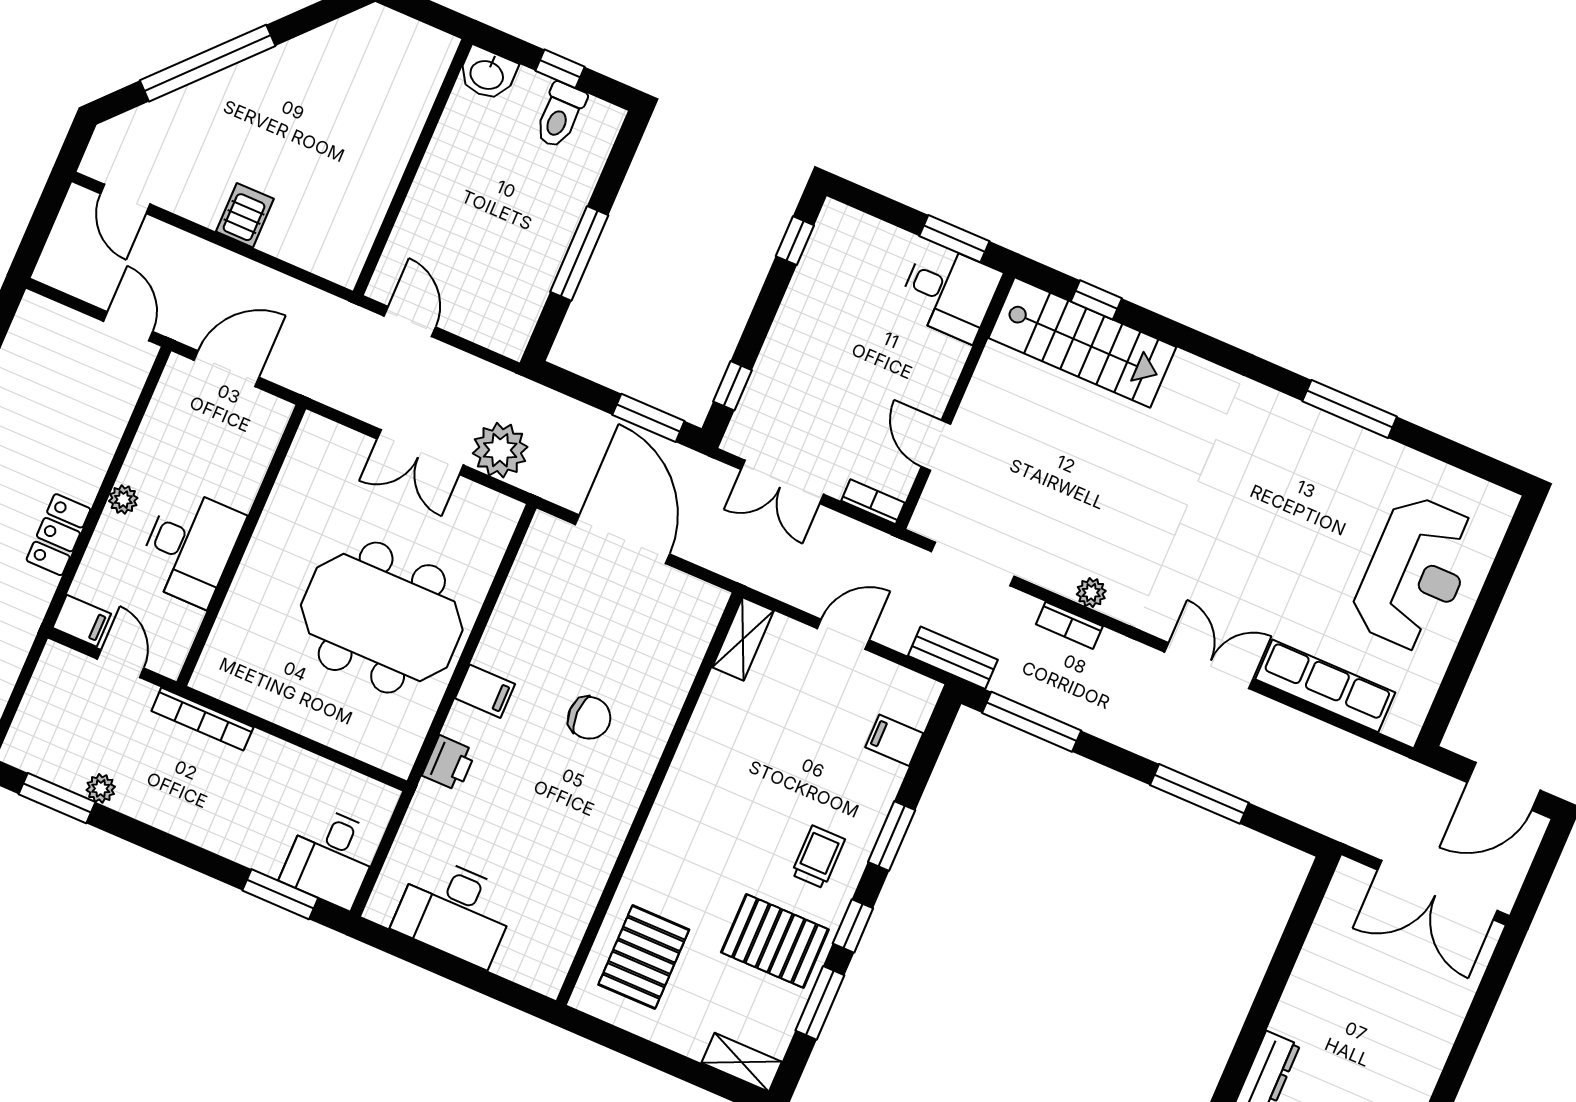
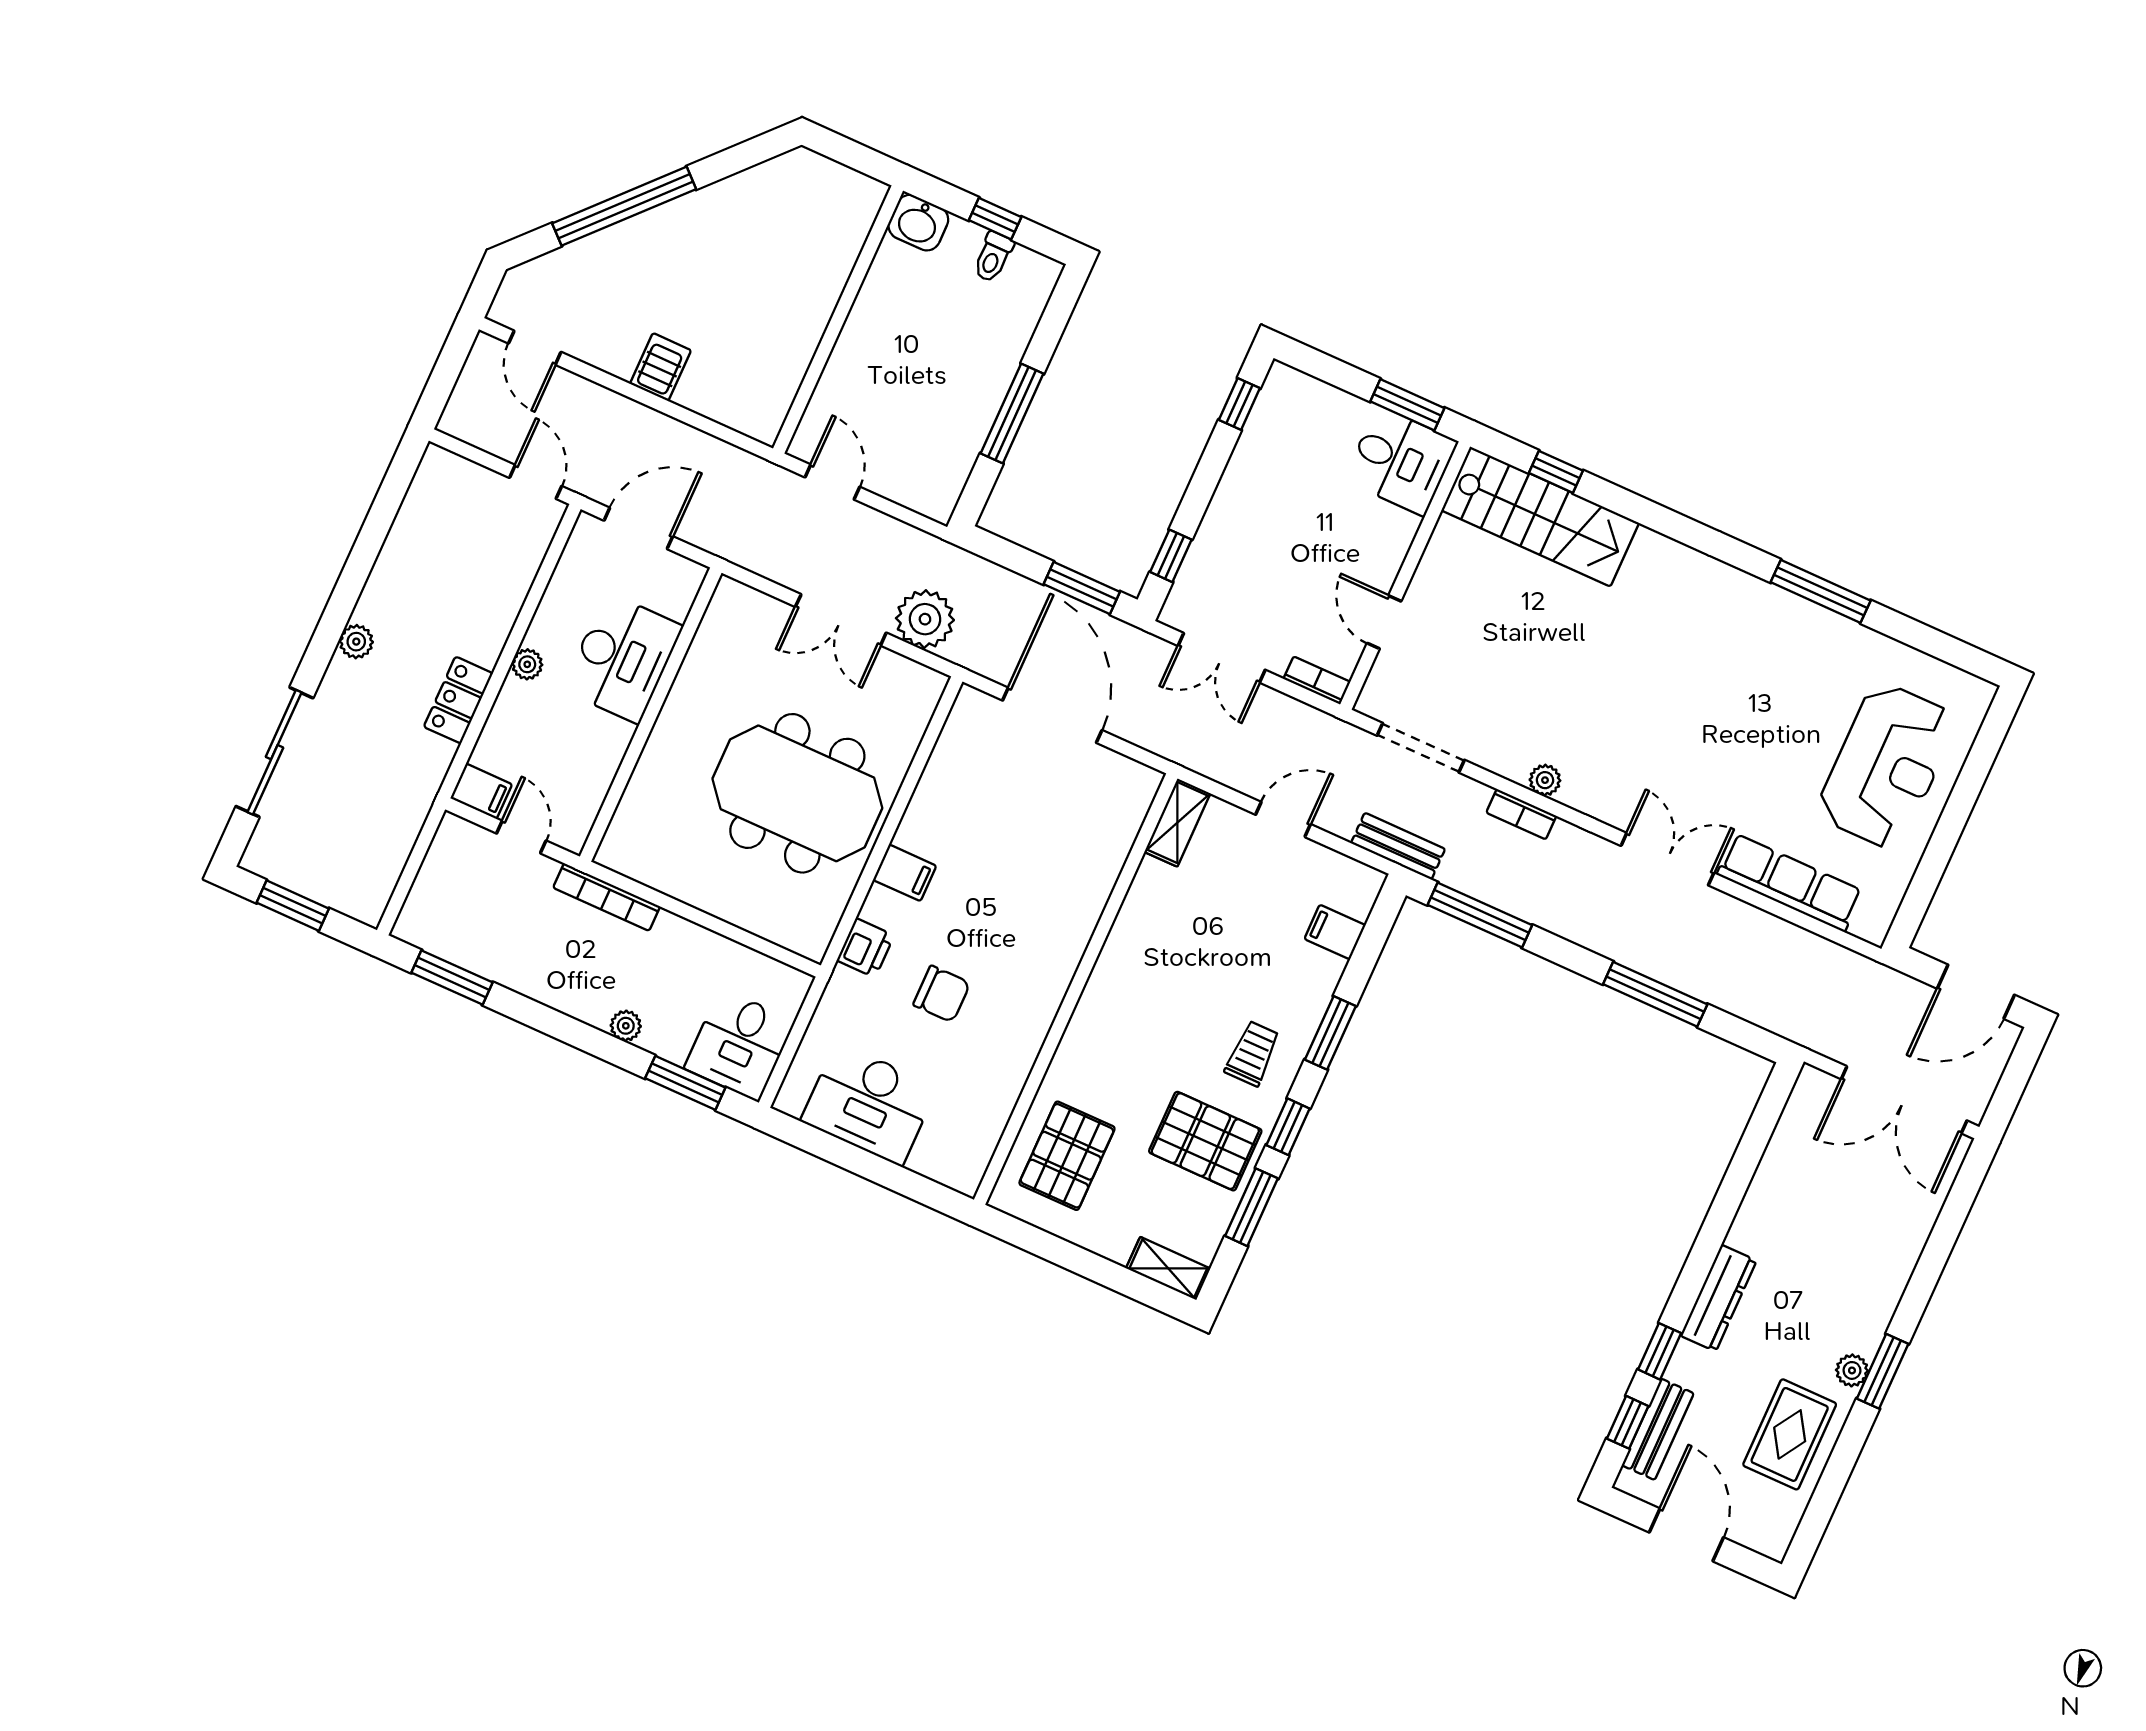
toilet: (560, 115) -> (993, 257), width x0.73, depth x0.72
desk: (190, 547) -> (623, 658), moved
chair: (589, 718) -> (942, 994), moved
plant: (101, 788) -> (626, 1026), moved

